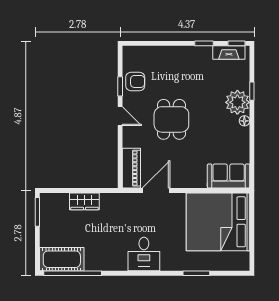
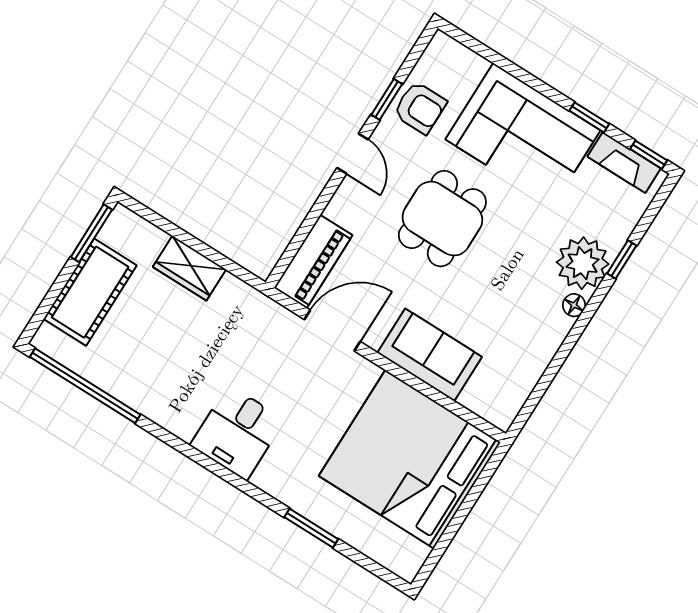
corner sofa: (182, 67) -> (523, 135), added
sofa: (229, 176) -> (430, 355), moved
cot: (62, 259) -> (90, 292), moved, turned 90

